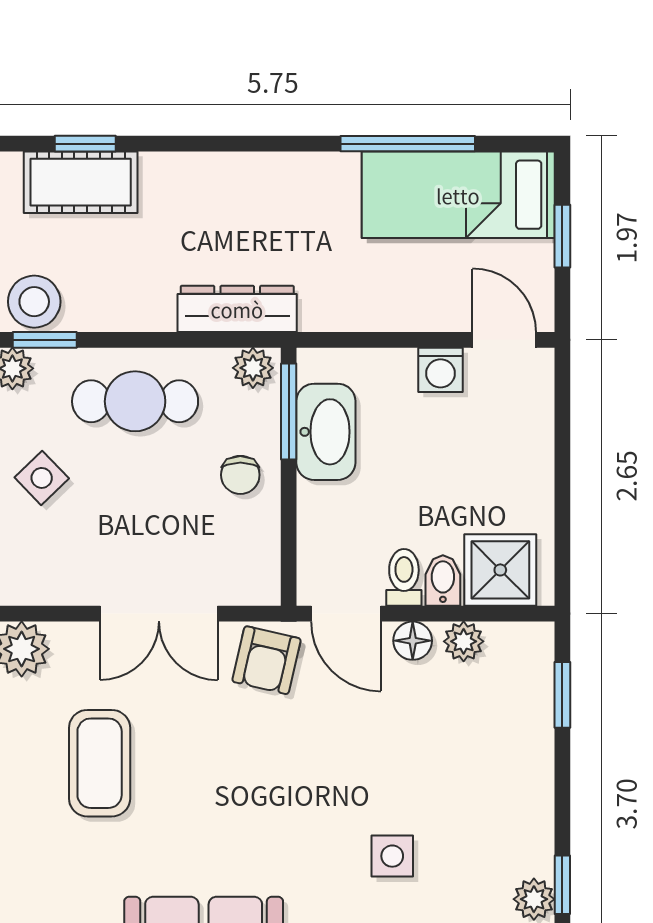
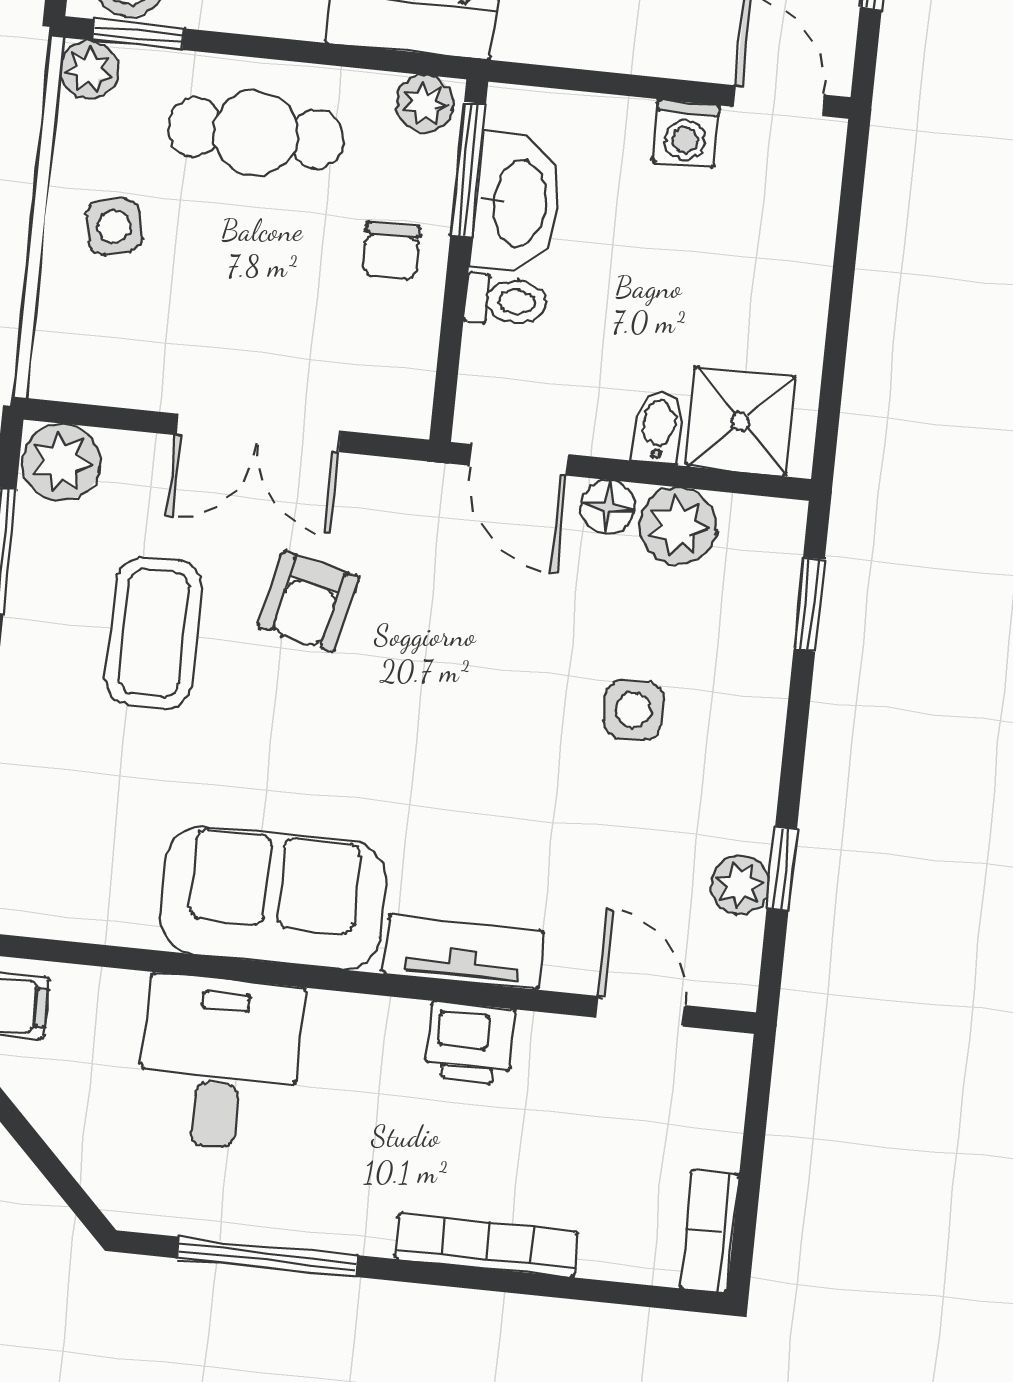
side table: (42, 478) -> (114, 227), turned 31
toilet: (404, 577) -> (506, 301), moved, turned 90
plant: (464, 641) -> (678, 526), width x1.38, depth x1.38
armchair: (267, 660) -> (308, 602), moved
side table: (392, 856) -> (633, 710), moved

